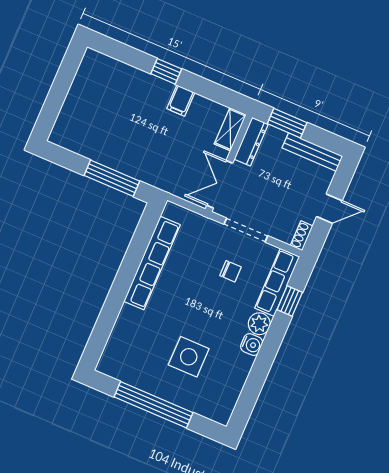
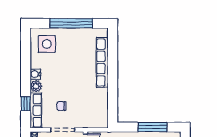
window: (112, 178) -> (152, 127), moved
row of seats: (152, 263) -> (102, 62), moved
side table: (189, 357) -> (47, 44), moved

